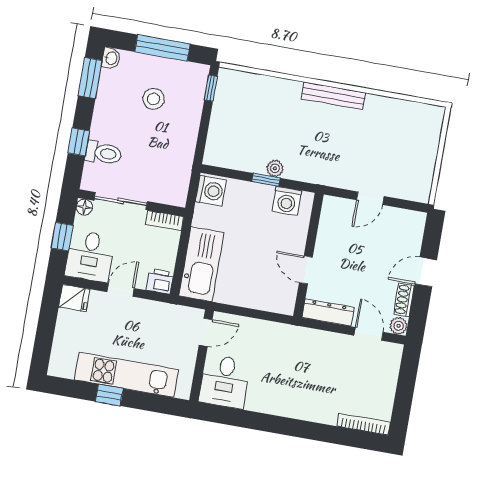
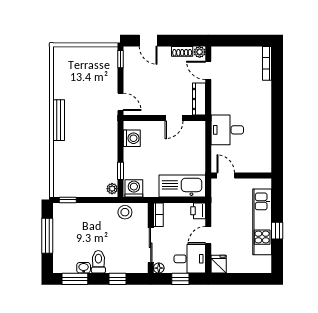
washbasin: (111, 58) -> (84, 268), moved
stool: (154, 99) -> (125, 212), moved
toilet: (103, 153) -> (98, 262), moved
plant: (275, 168) -> (112, 189), moved
window: (266, 180) -> (121, 171), moved
door: (370, 198) -> (121, 102), moved
window: (409, 205) -> (121, 59), added
door: (426, 272) -> (148, 41), moved
door: (121, 290) -> (208, 235), hinge flipped
door: (369, 334) -> (208, 70), hinge flipped
desk: (225, 381) -> (227, 130), moved, turned 180

